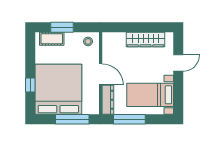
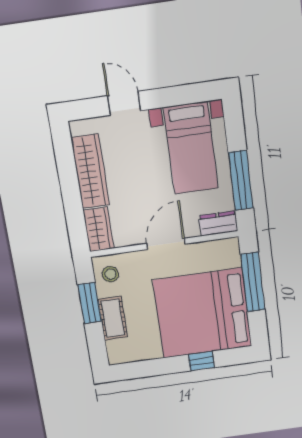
window: (62, 27) -> (90, 303), moved
cot: (52, 39) -> (113, 318), moved
wardrobe: (114, 39) -> (99, 229), added
dresser: (108, 100) -> (218, 223), width x0.70

